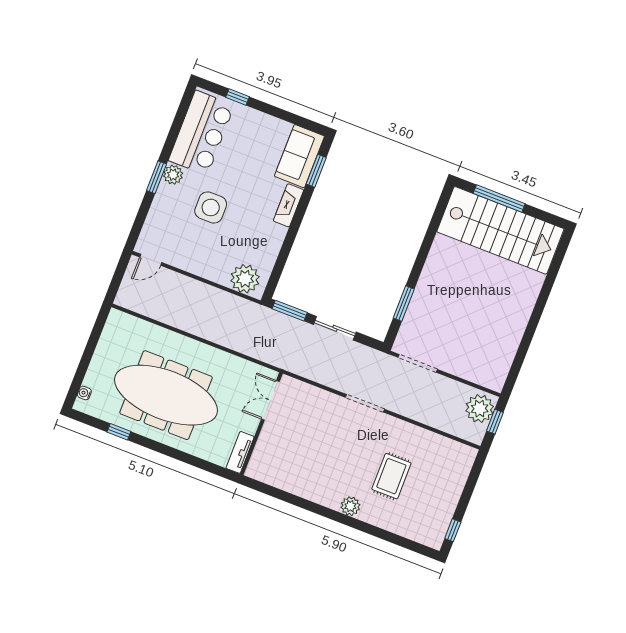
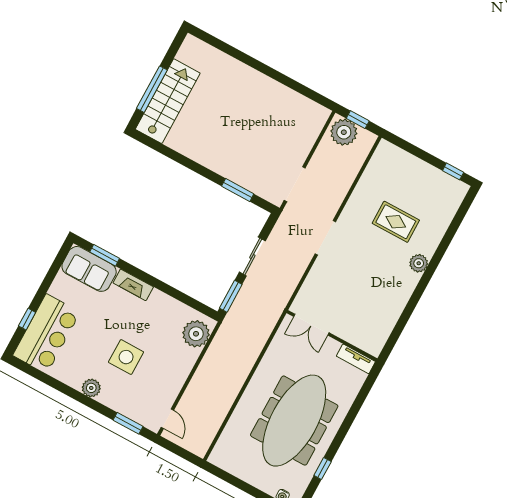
bar counter: (201, 133) -> (47, 334), moved, turned 90
window: (156, 177) -> (128, 423), moved
stairs: (500, 230) -> (168, 101), width x0.73, depth x0.66

